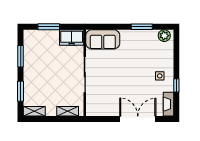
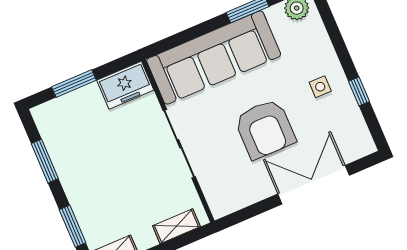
sofa: (103, 39) -> (214, 58), width x1.85, depth x1.27
armchair: (127, 84) -> (265, 129), added
fireplace: (168, 104) -> (359, 133), removed

